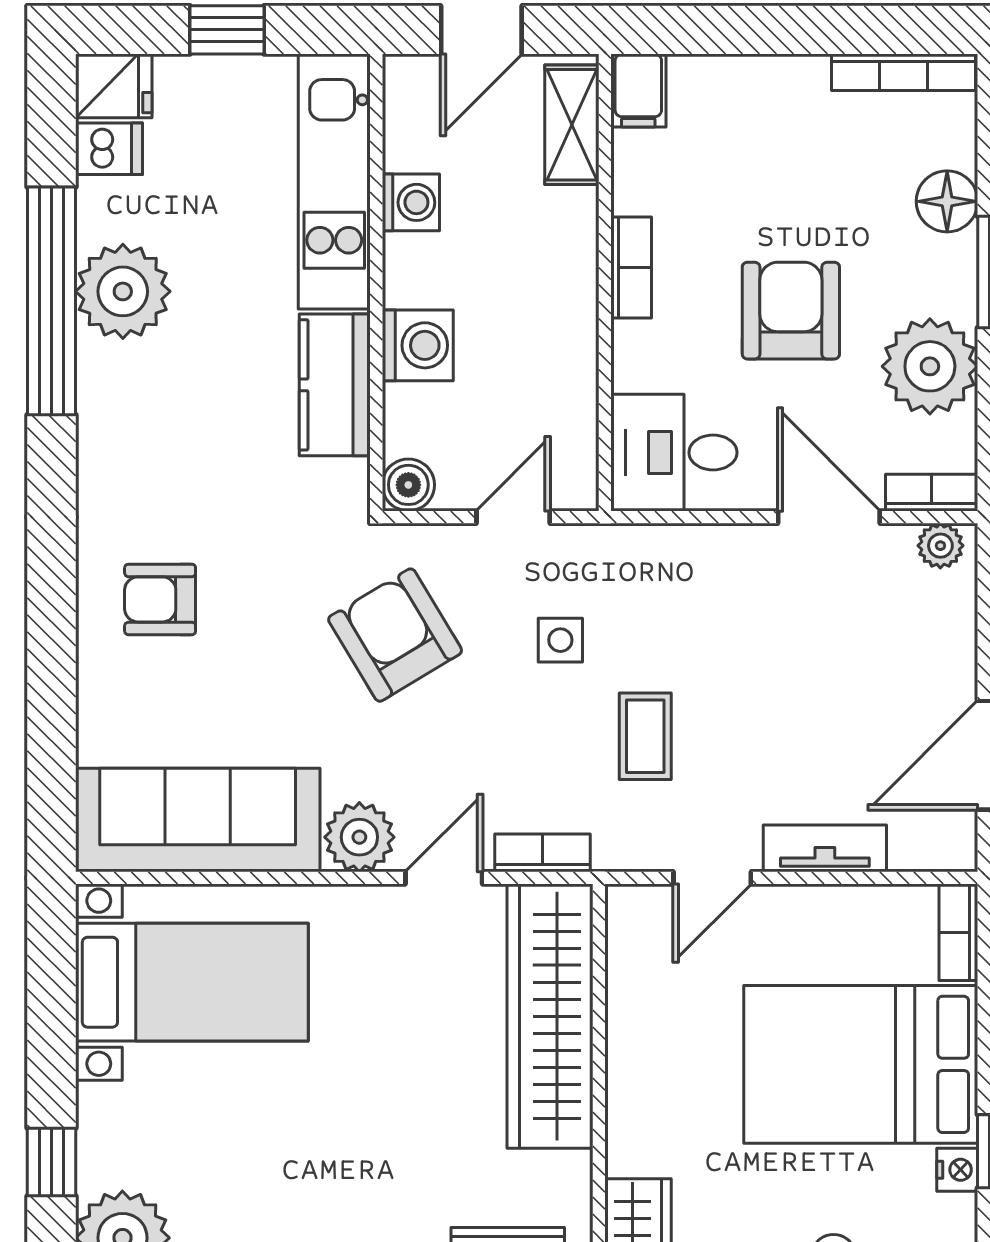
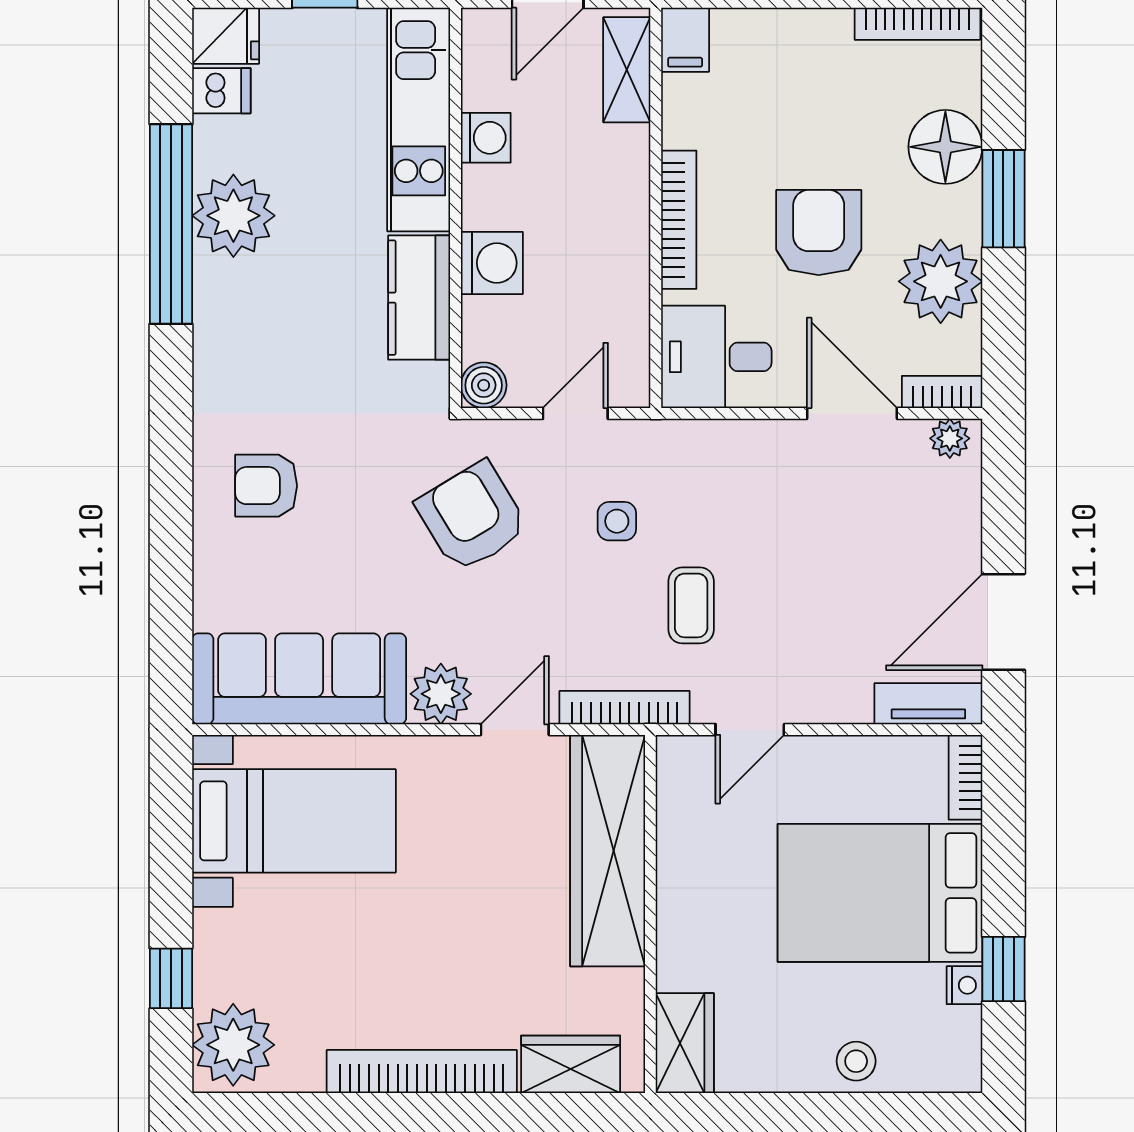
floor lamp: (947, 201) -> (945, 147), width x1.38, depth x1.38
bookcase: (631, 268) -> (679, 220), width x1.56
tv unit: (825, 848) -> (928, 704), moved
bookcase: (542, 853) -> (625, 708), width x1.56

